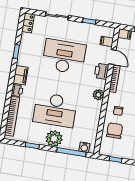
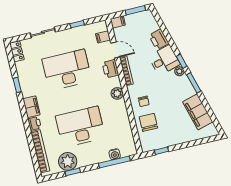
desk: (55, 110) -> (80, 127), turned 180
plant: (54, 139) -> (68, 161), moved
water cooler: (84, 147) -> (115, 154), moved

